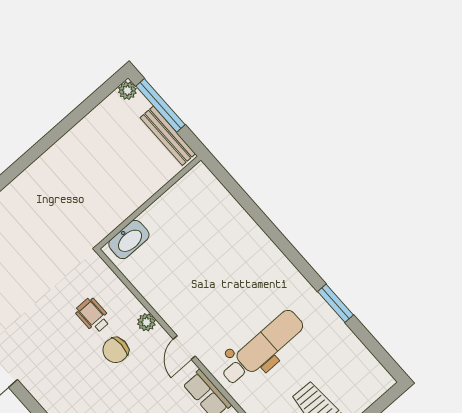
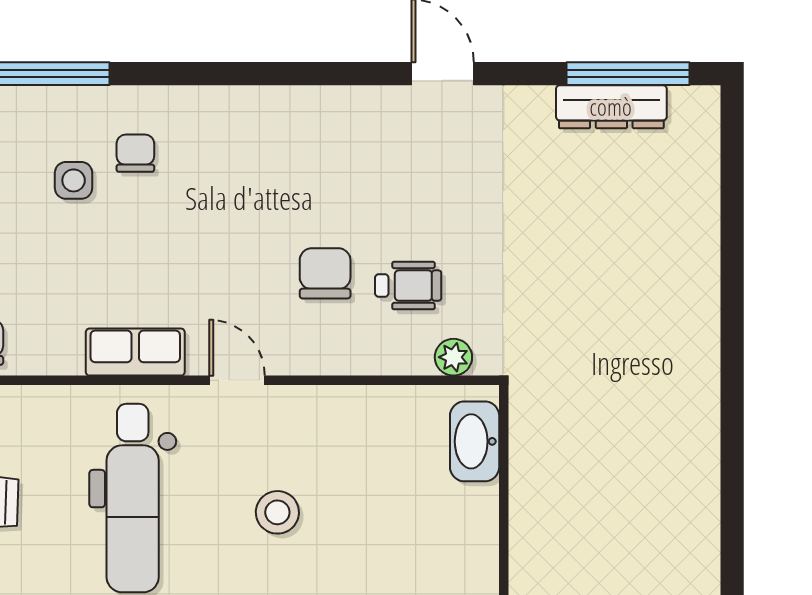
stool: (220, 289) -> (277, 512), added
plant: (146, 322) -> (453, 357), moved

